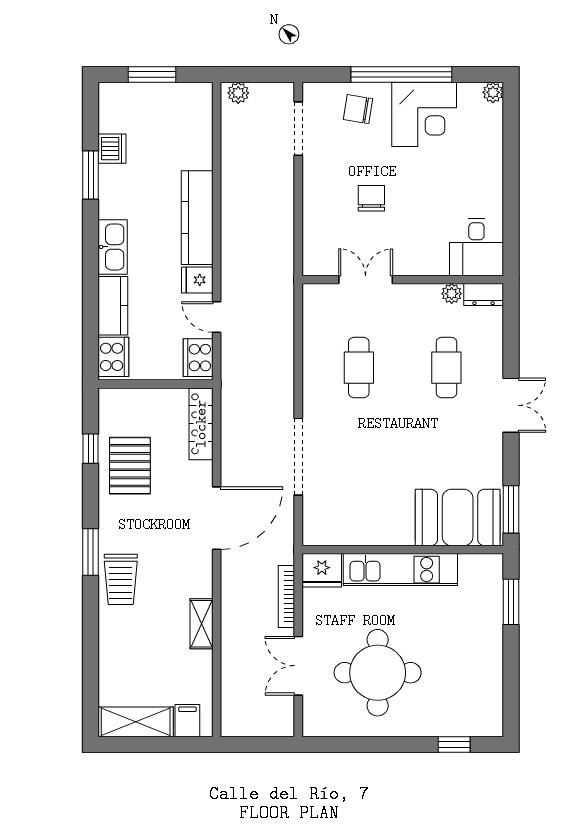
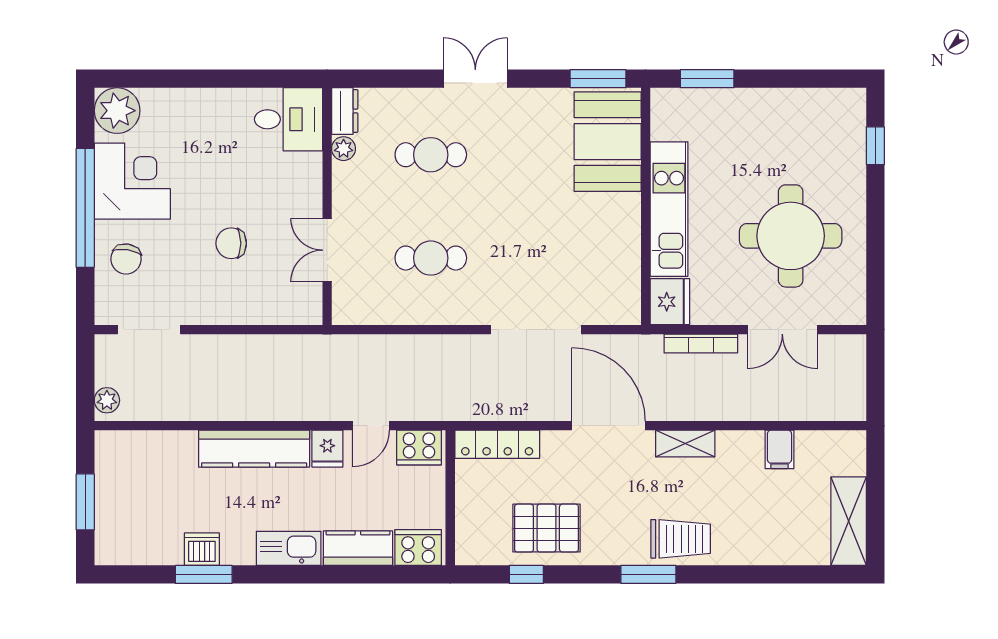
plant: (493, 92) -> (117, 111), width x1.88, depth x1.88
dishwasher: (112, 149) -> (202, 549), moved
shelving: (202, 624) -> (685, 444), moved
filing cabinet: (187, 721) -> (779, 449), moved, turned -90

